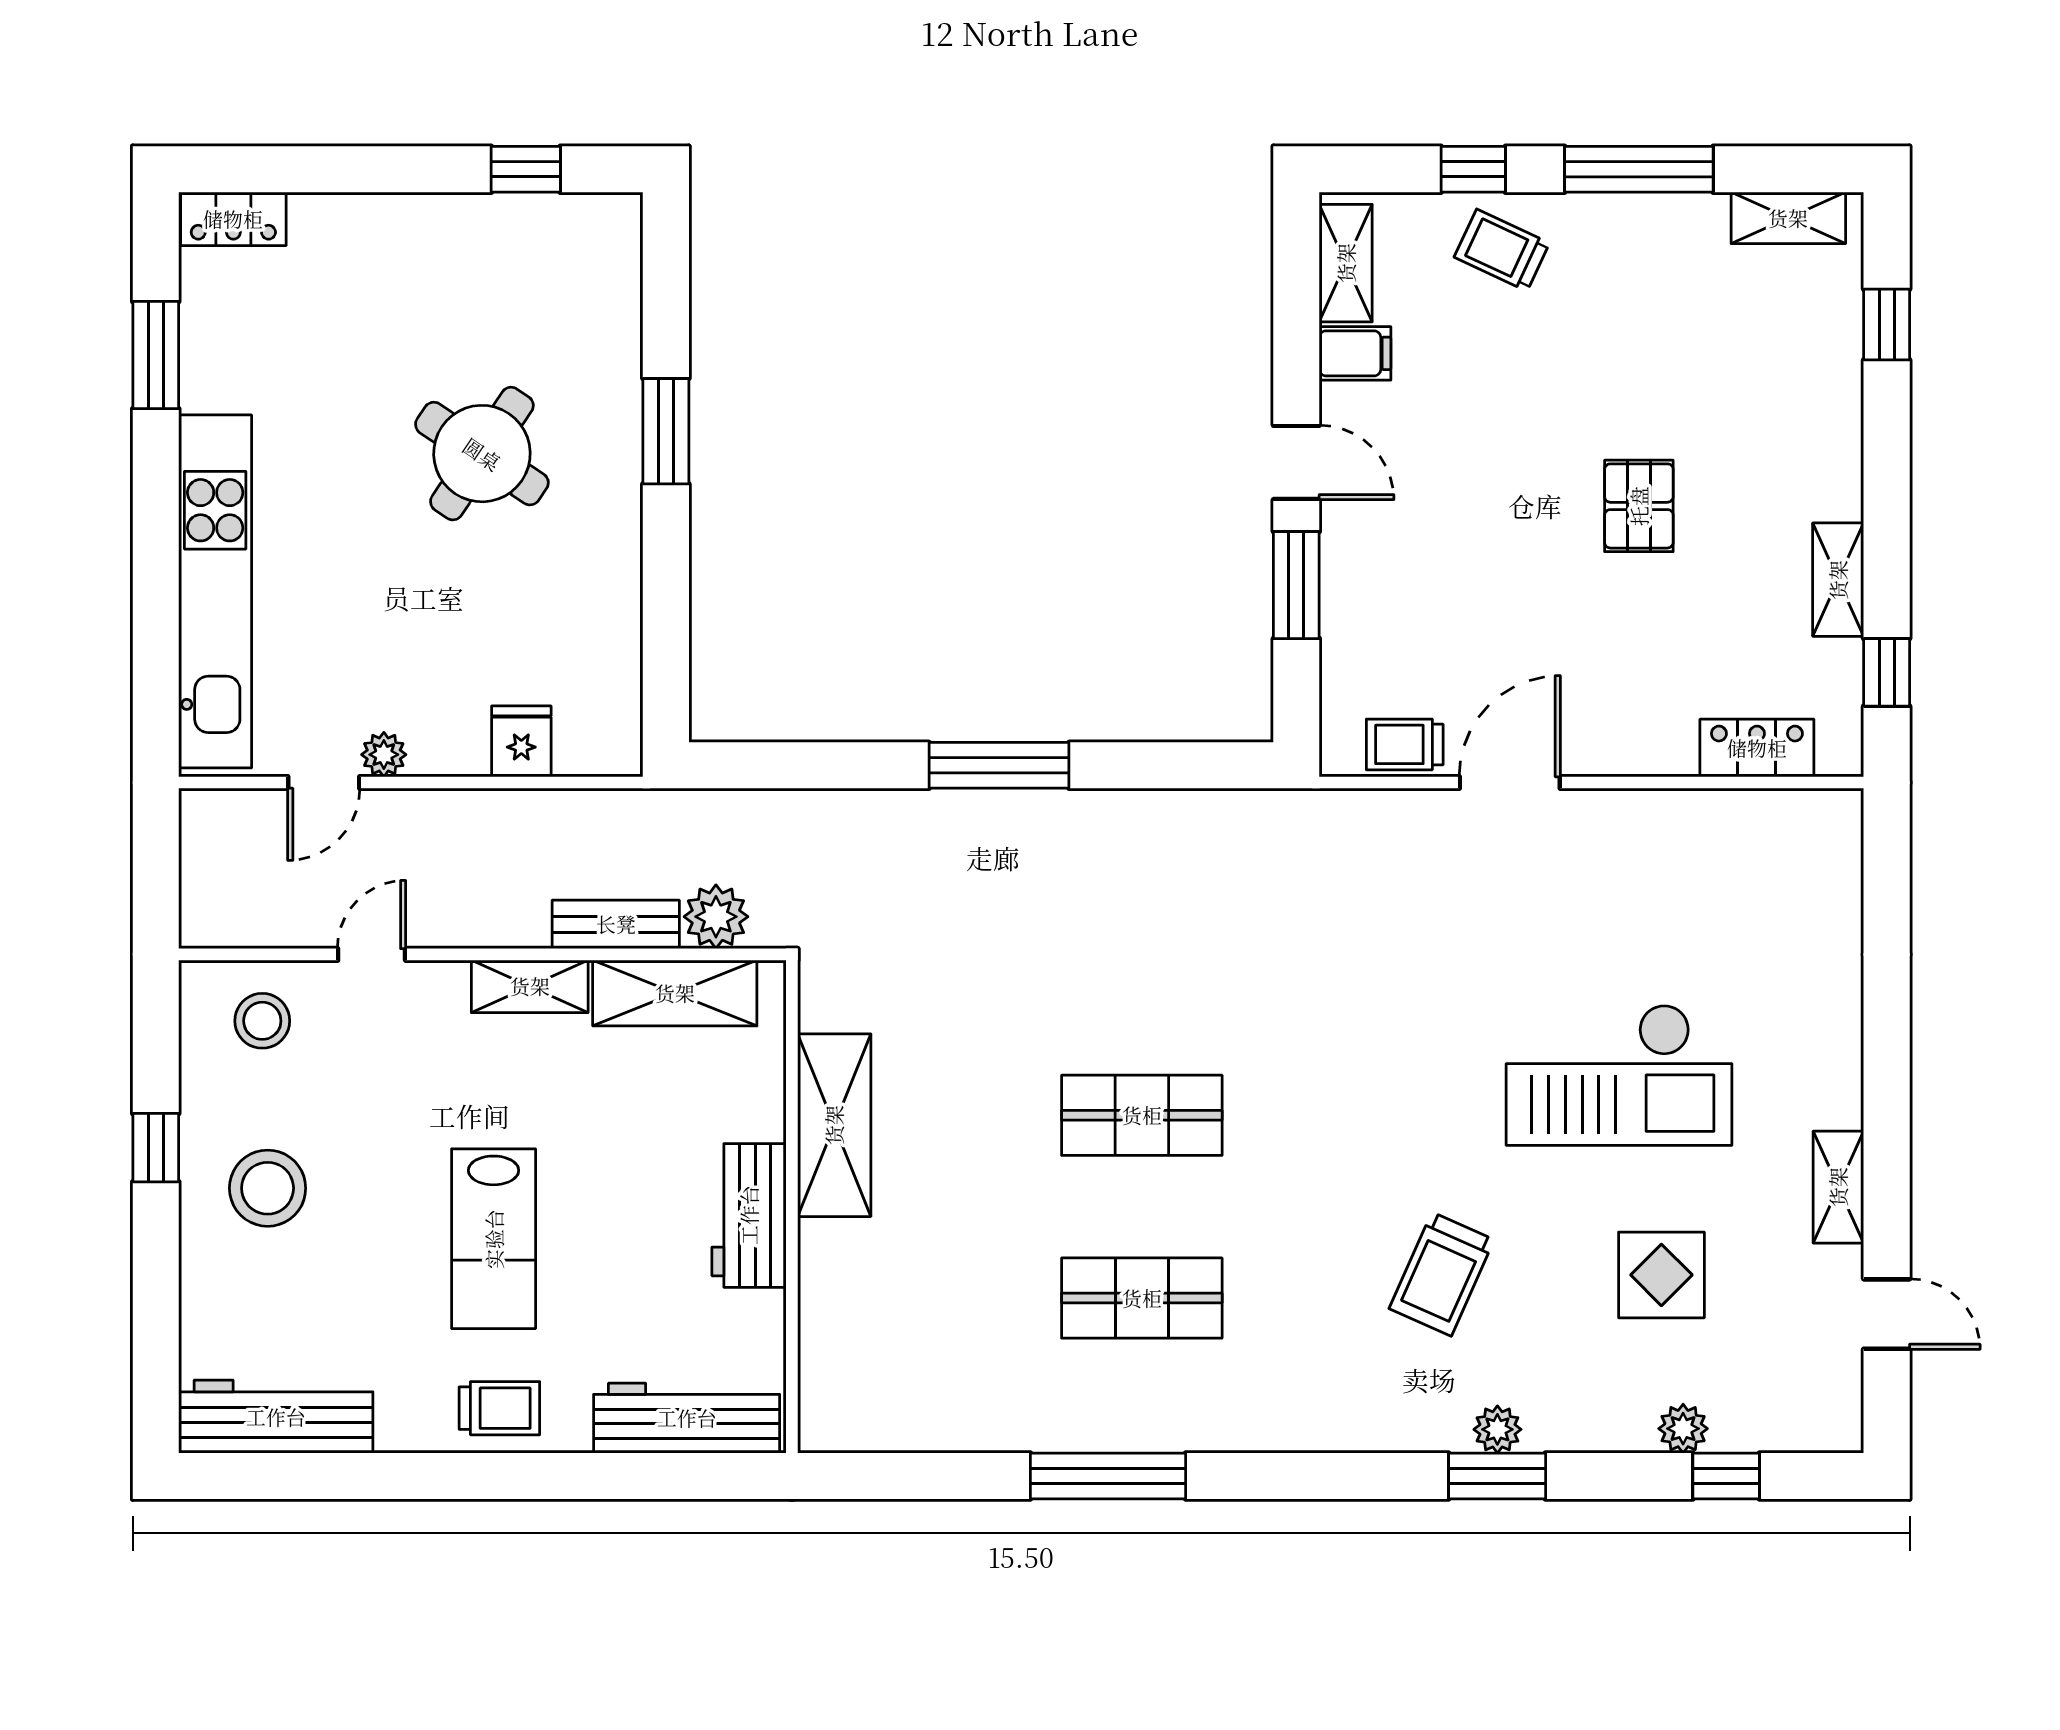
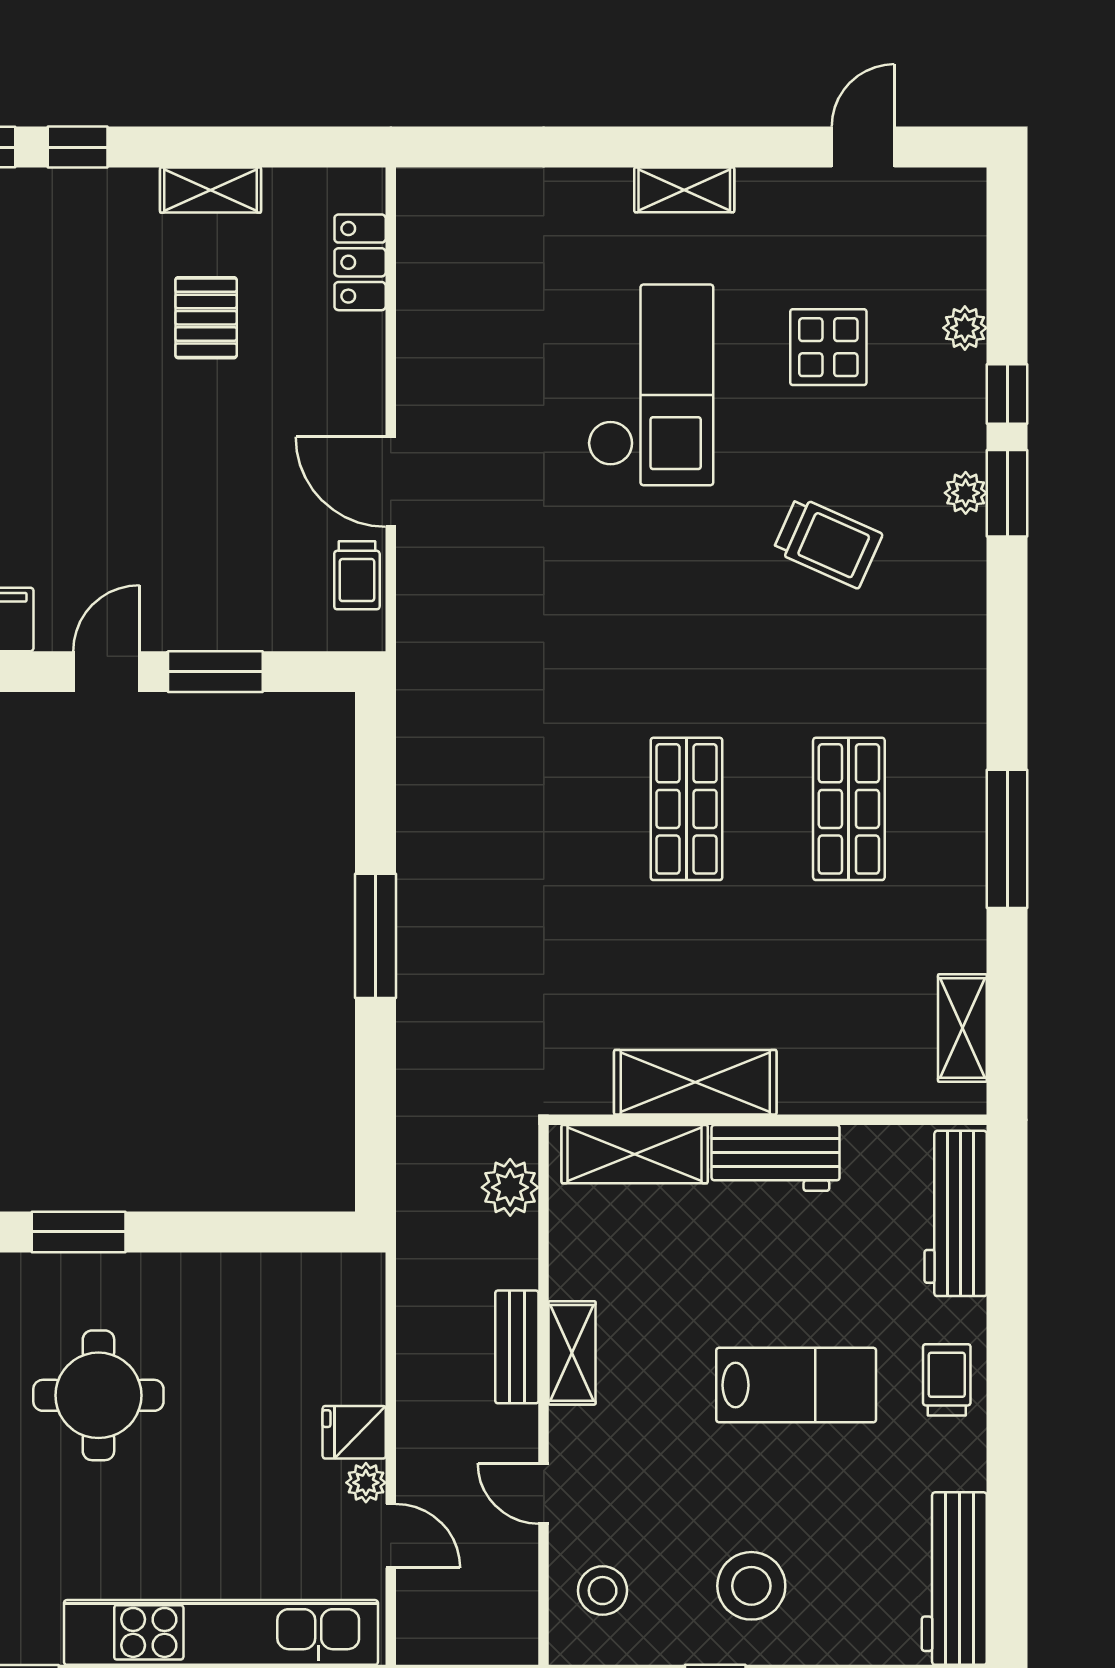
round table: (482, 454) -> (98, 1395), turned -34
pallet: (1639, 506) -> (206, 318), moved, turned 90
window: (1887, 672) -> (78, 147), moved
fridge: (521, 741) -> (354, 1432), moved
bench: (616, 924) -> (517, 1347), moved
shelving: (675, 993) -> (635, 1154), moved, turned 90
shelving: (1838, 1187) -> (684, 190), moved
shelving: (895, 1426) -> (962, 1028), added
window: (1726, 1476) -> (1007, 394), moved

